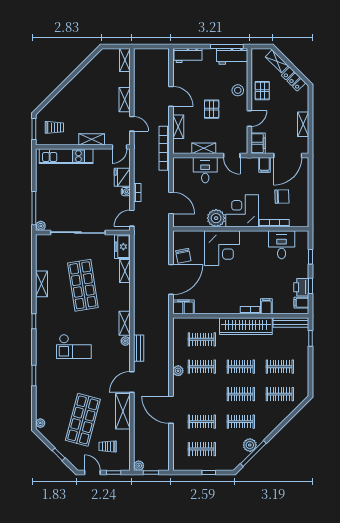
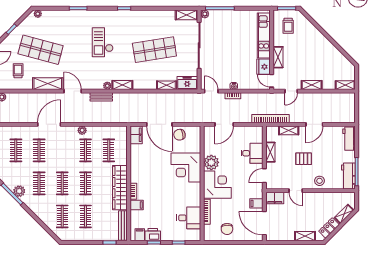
pallet: (262, 91) -> (319, 202), removed
shelving: (303, 124) -> (305, 236), moved
fridge: (122, 177) -> (263, 67), moved, turned -90
chair: (282, 197) -> (227, 229), moved
shelving: (42, 284) -> (186, 15), moved

